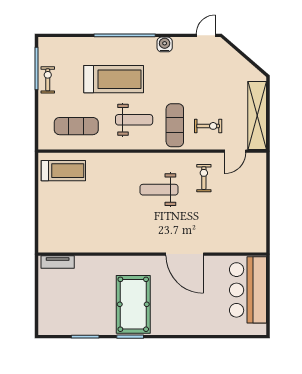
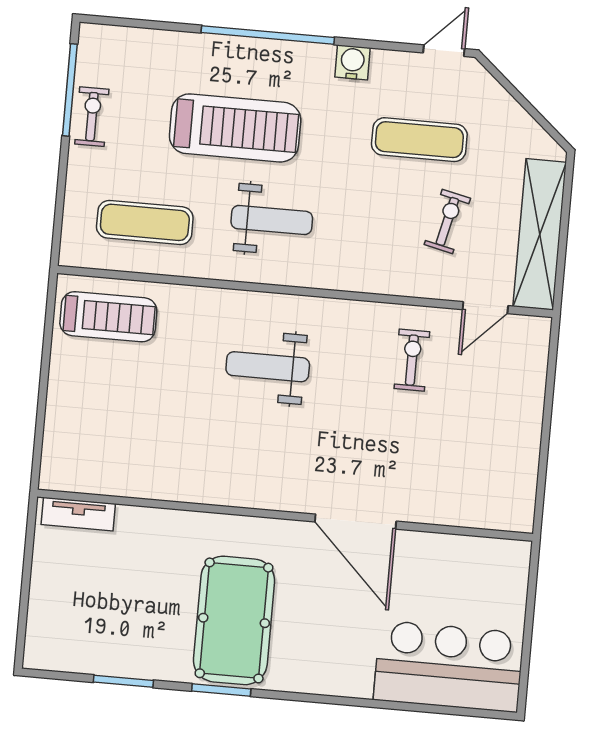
exercise mat: (175, 125) -> (419, 140), moved, turned 90
exercise bike: (208, 126) -> (447, 221), moved, turned -77
weight bench: (159, 190) -> (268, 367), moved
bar counter: (248, 290) -> (449, 666), moved, turned 90

